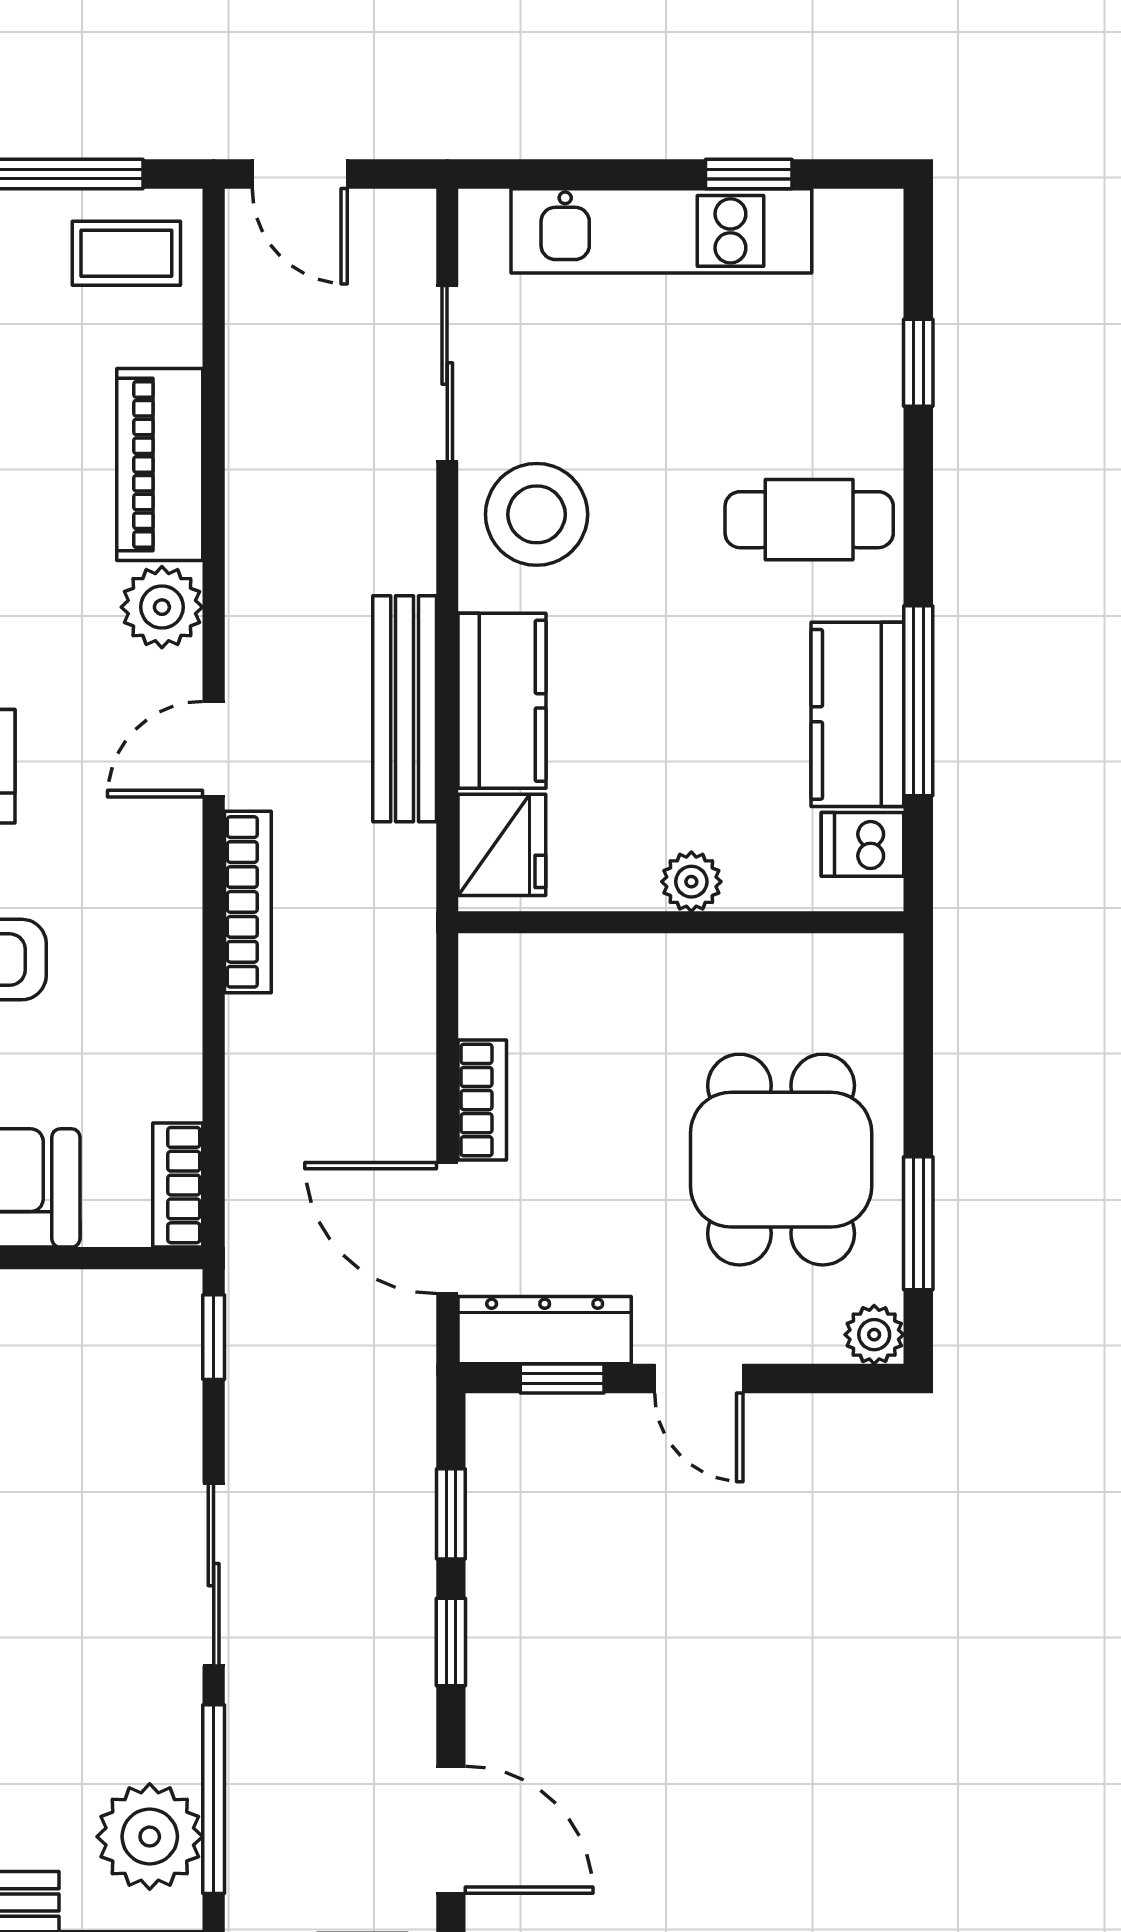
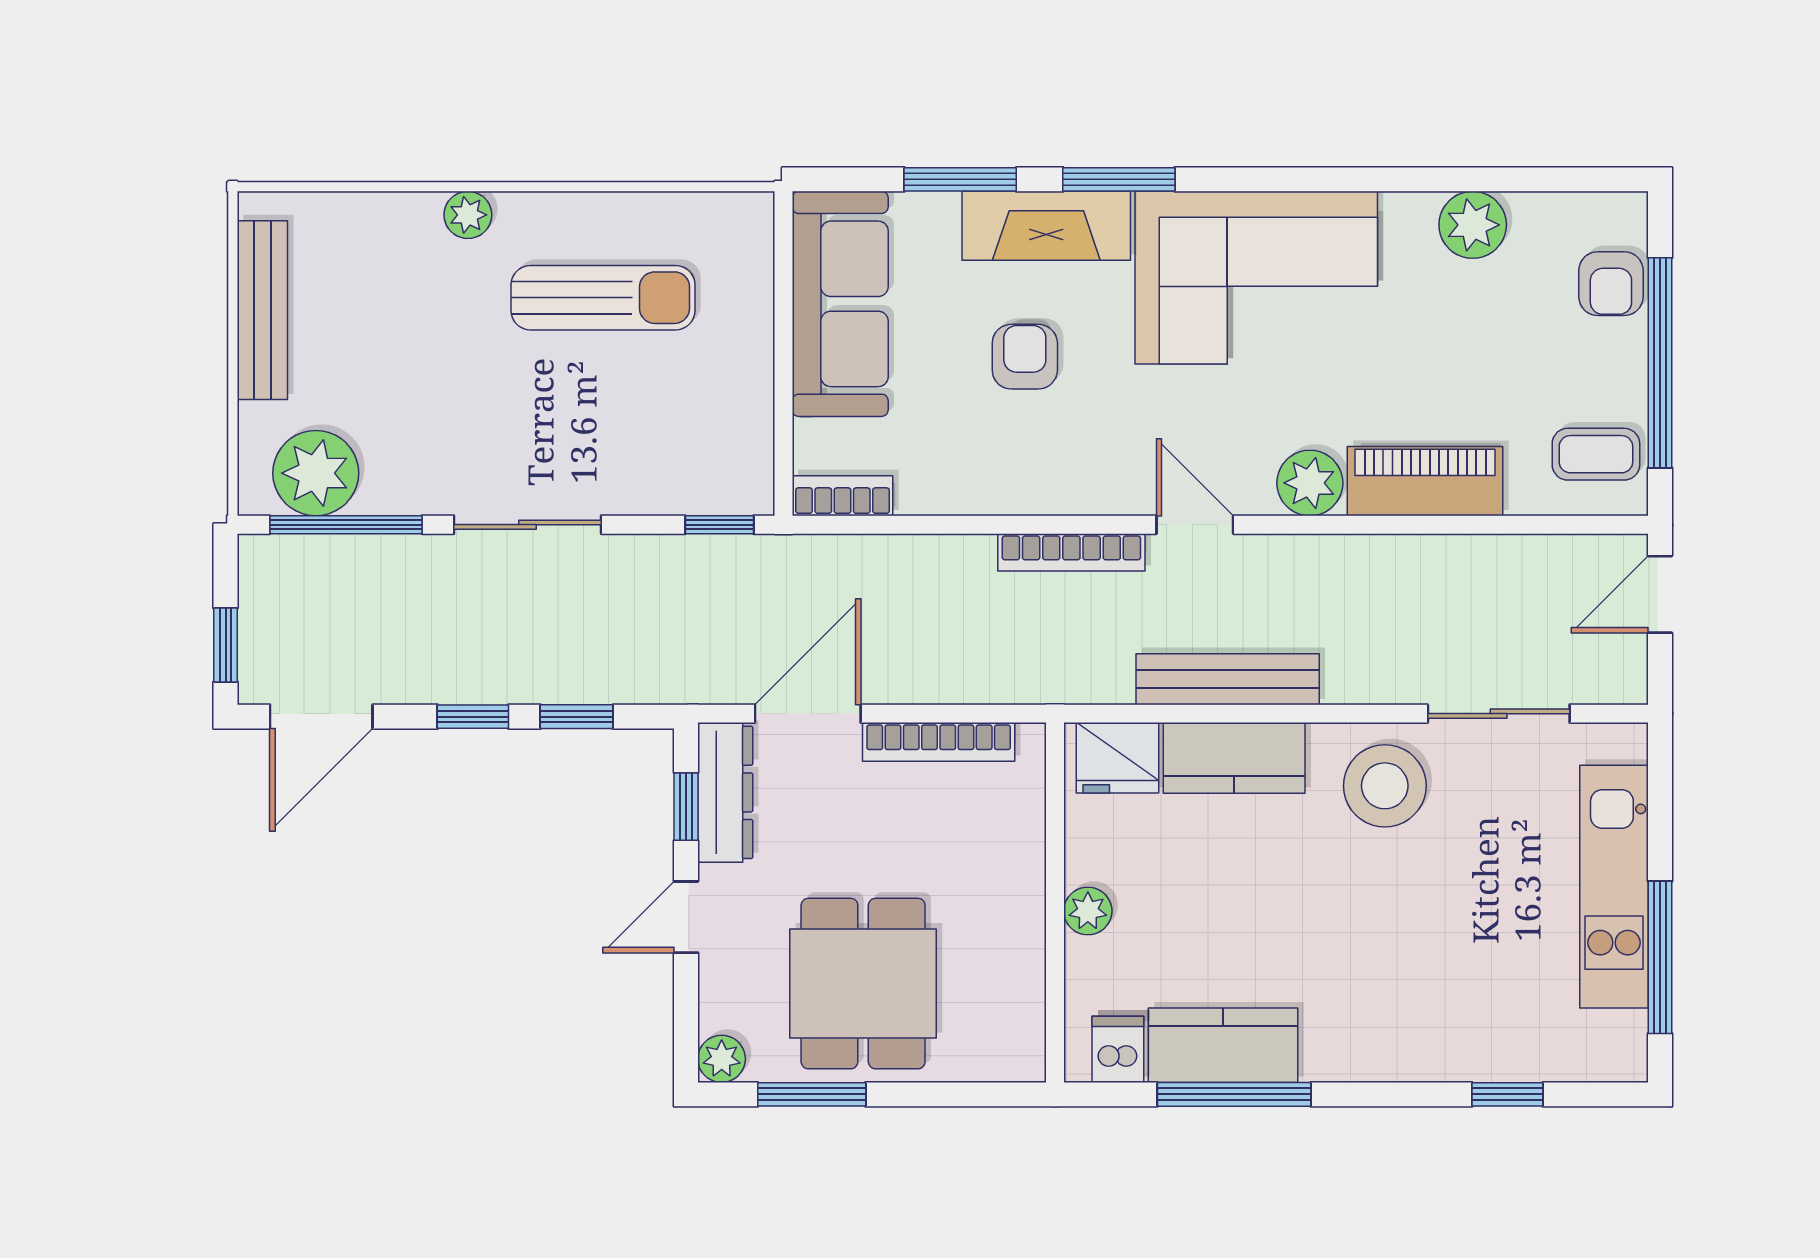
window: (749, 174) -> (1660, 957), width x2.17
coffee table: (126, 253) -> (1596, 454), turned 90
cafe table: (809, 520) -> (1380, 1006), removed
bookcase: (482, 1100) -> (939, 742), width x1.56
dining table: (781, 1160) -> (863, 984), turned 90

